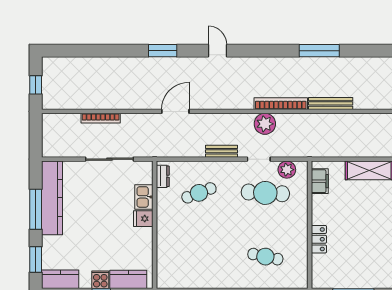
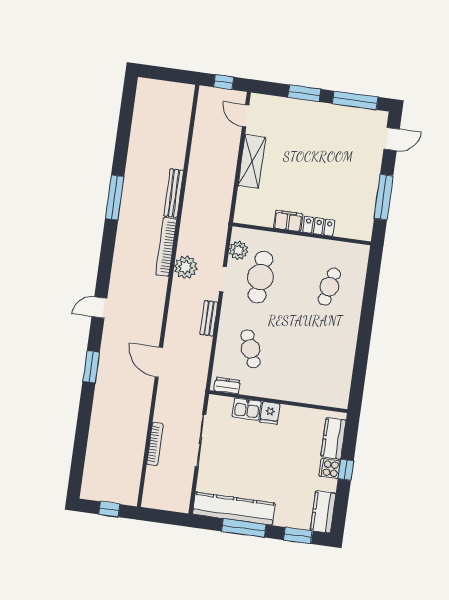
filing cabinet: (320, 181) -> (288, 221), moved

